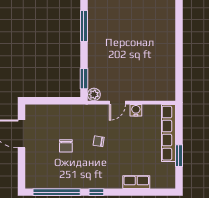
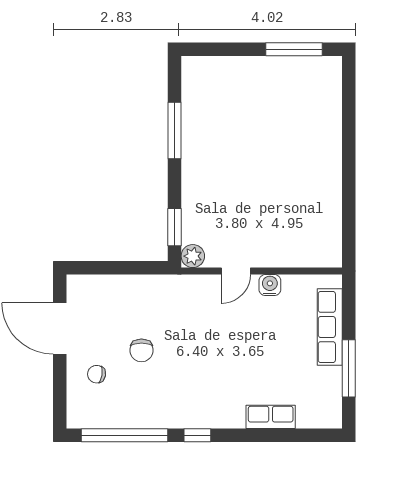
row of seats: (169, 133) -> (330, 327), width x0.73
chair: (99, 141) -> (97, 374), moved
window: (179, 156) -> (349, 368), width x1.44

